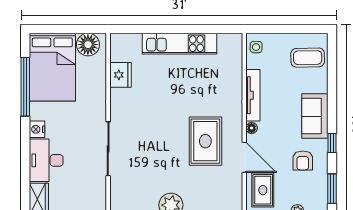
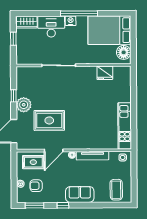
kitchen unit: (179, 44) -> (125, 126), moved
window: (25, 87) -> (79, 13), moved
rug: (205, 141) -> (49, 120), moved
armchair: (303, 160) -> (36, 186), moved

